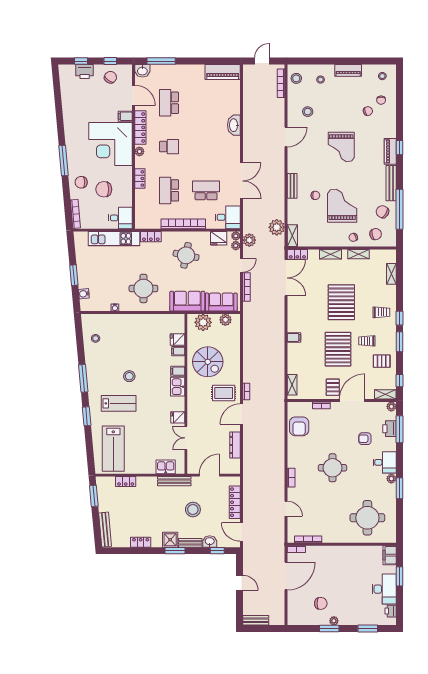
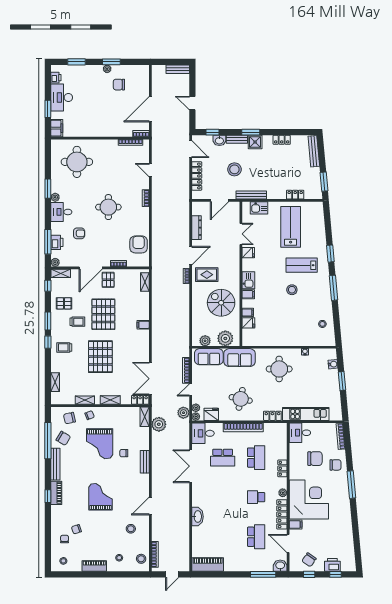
lab bench: (113, 449) -> (291, 227), moved

